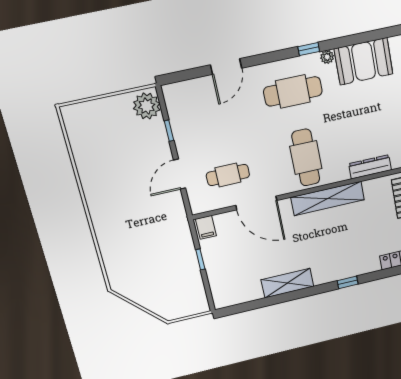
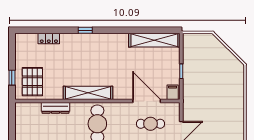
door: (256, 203) -> (147, 101), moved
shelving: (287, 283) -> (154, 40), moved, width x1.47

